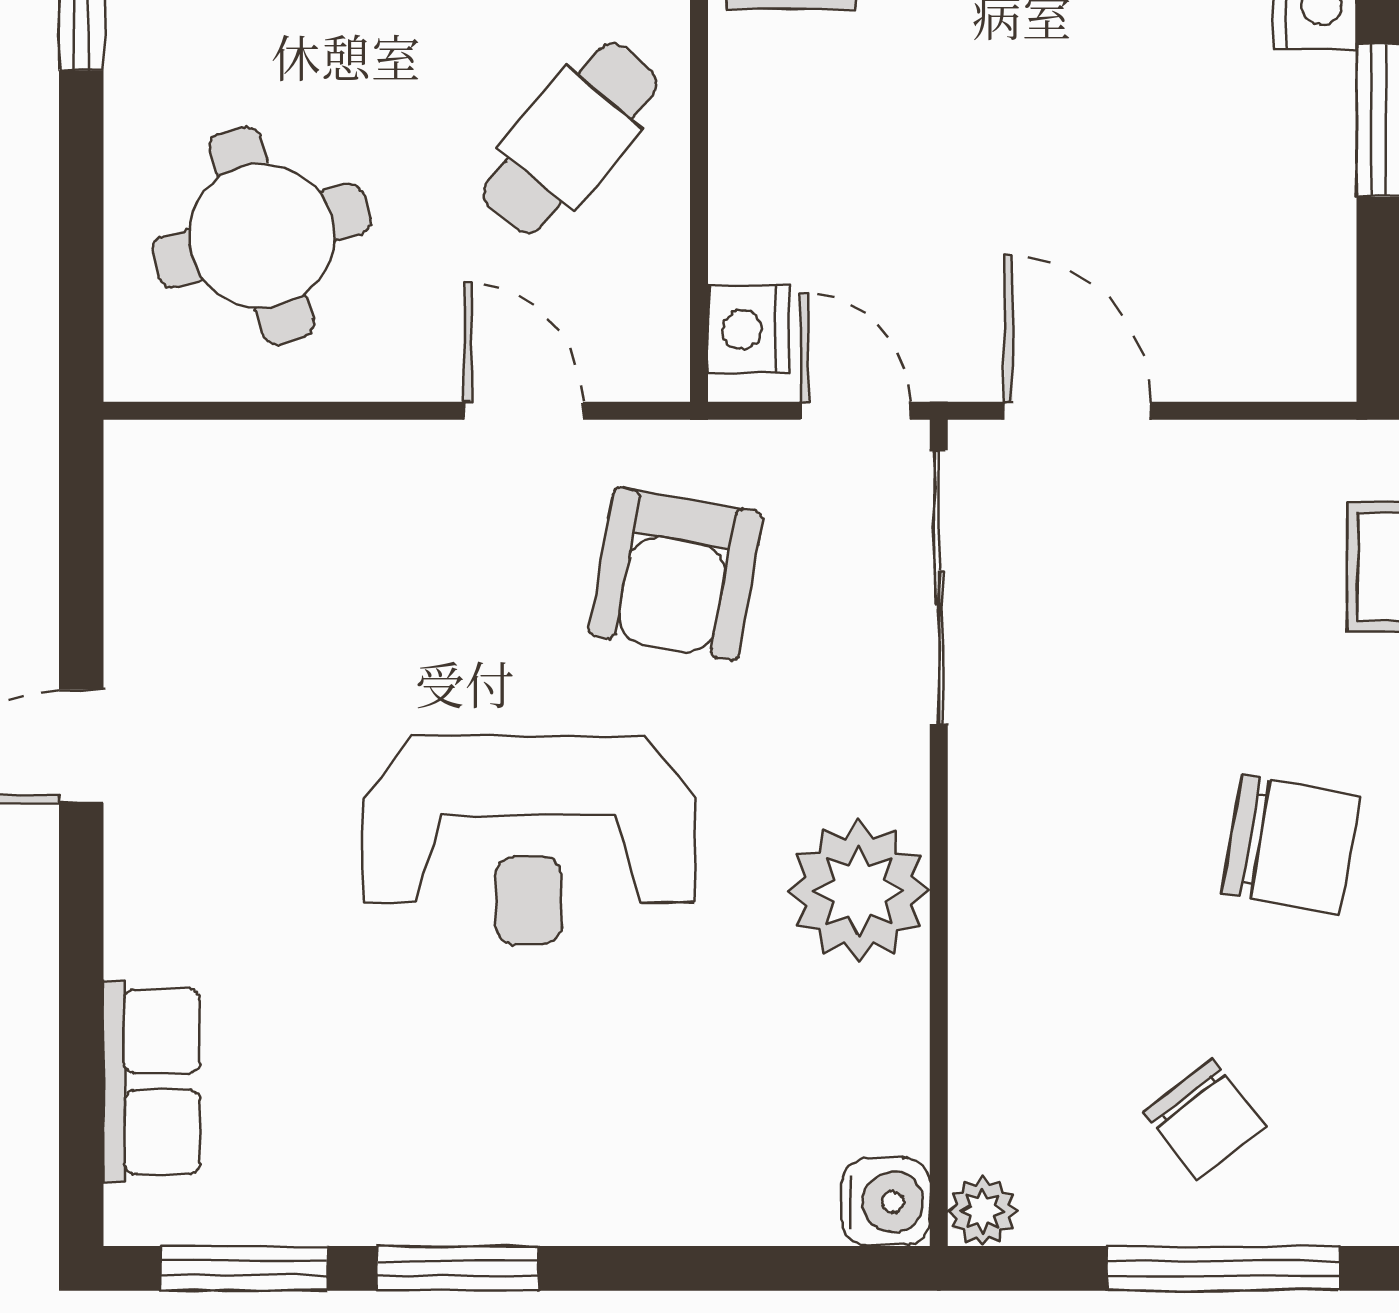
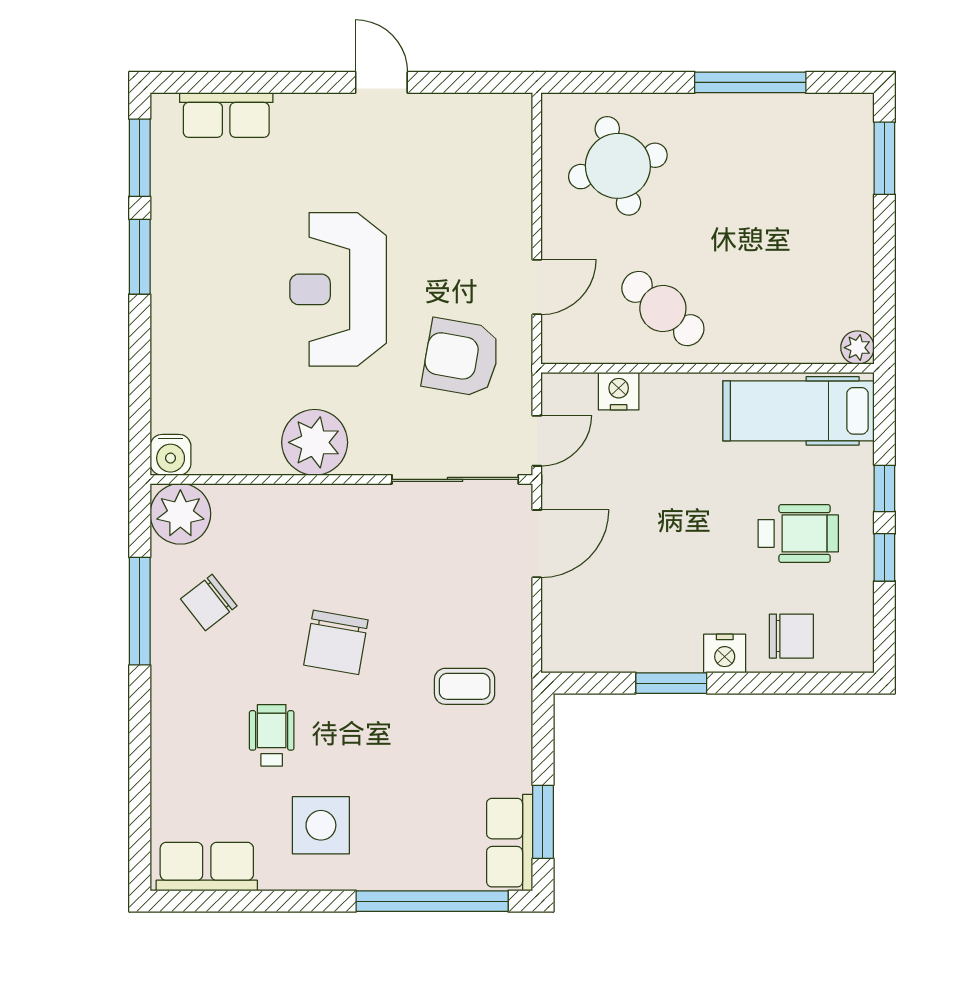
nightstand: (748, 330) -> (619, 391), moved
plant: (983, 1211) -> (180, 514), width x1.87, depth x1.87

